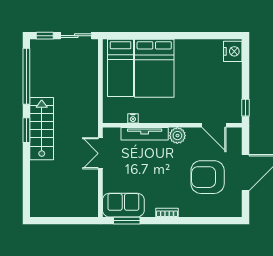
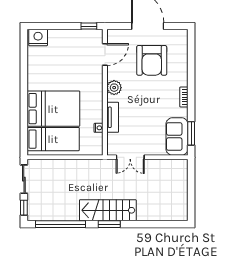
tv unit: (145, 134) -> (113, 117), width x0.71

